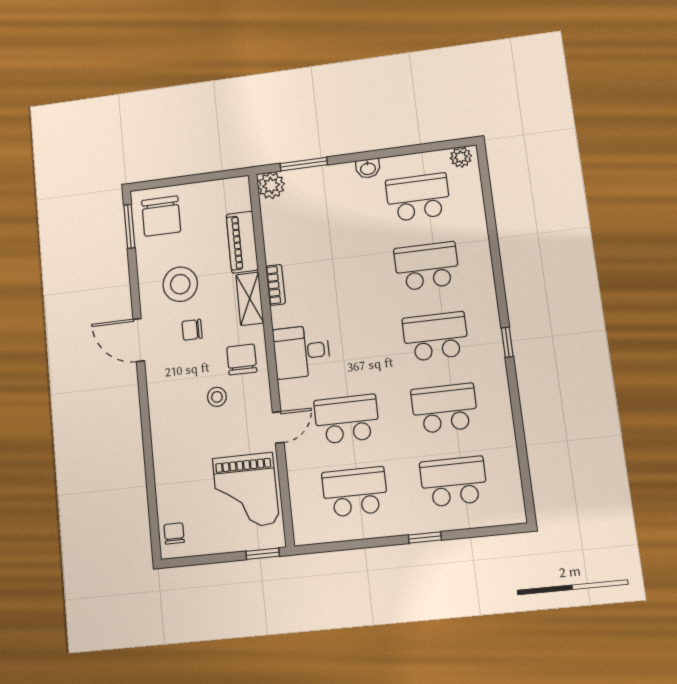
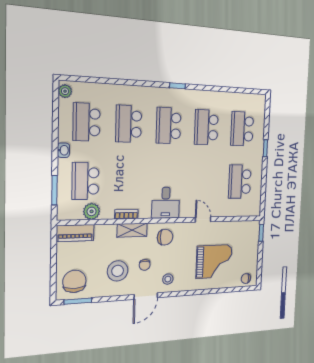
plant: (271, 185) -> (92, 211), moved
chair: (161, 216) -> (74, 281), turned -90
piano: (242, 242) -> (75, 233), moved
chair: (242, 359) -> (165, 237), turned 180
stool: (217, 397) -> (168, 279), moved
school desk: (347, 419) -> (85, 181), moved
grand piano: (246, 491) -> (214, 261), moved

